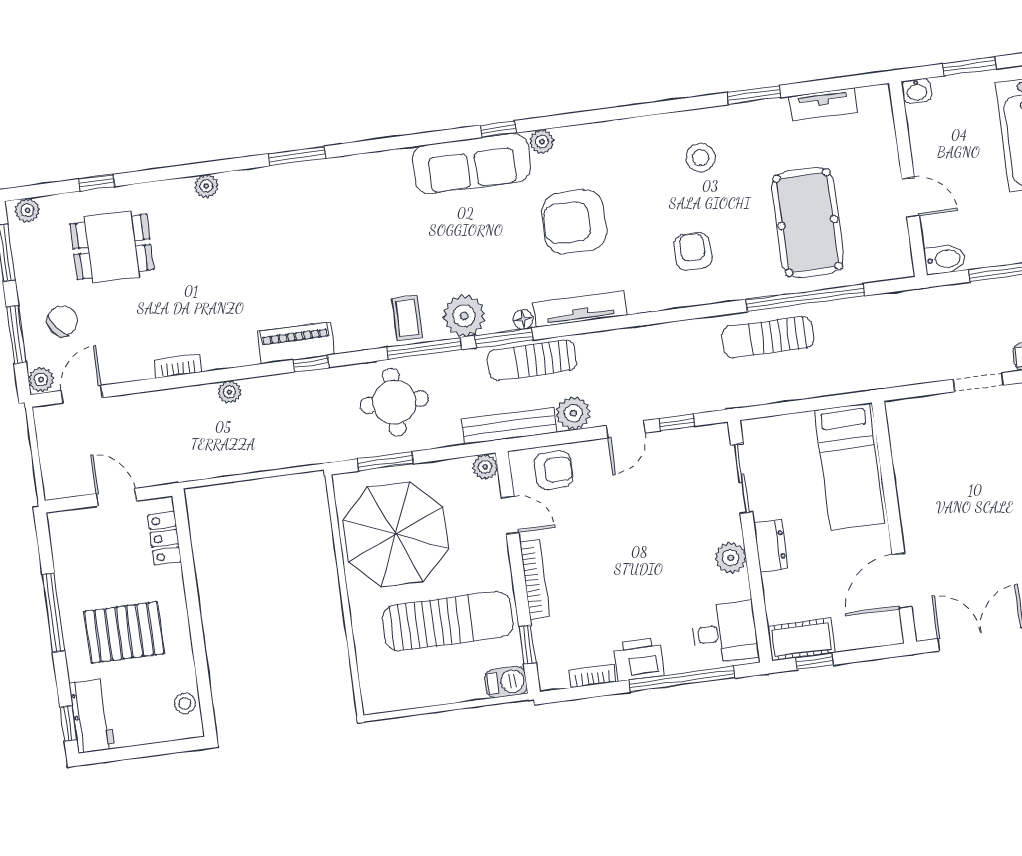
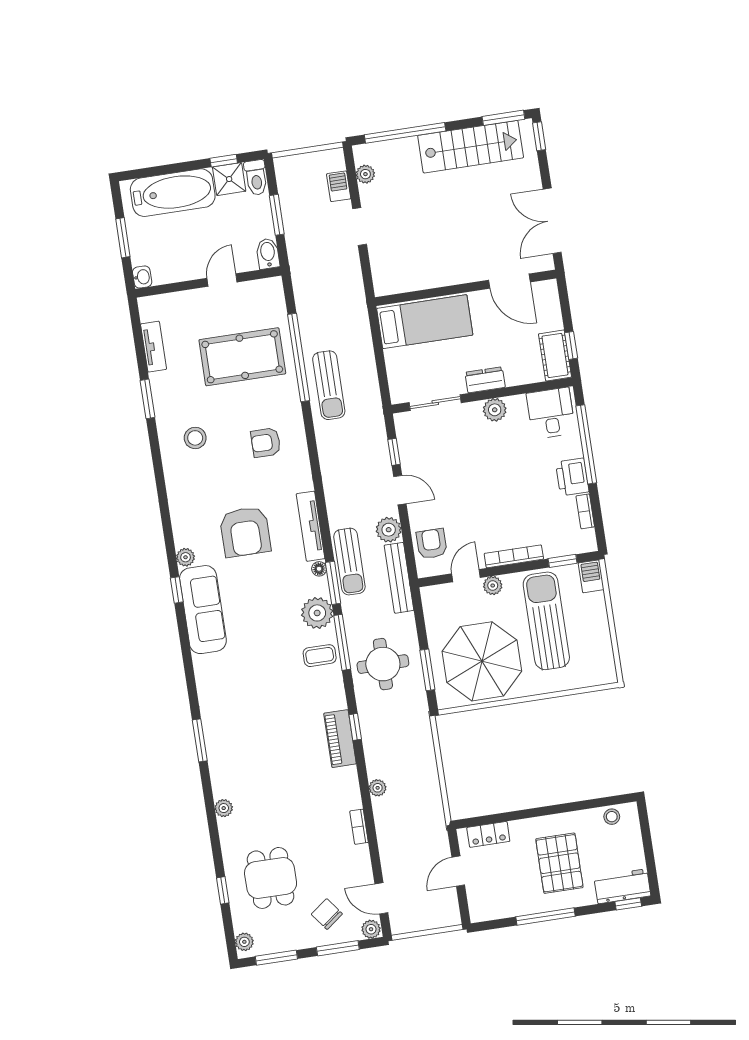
plant: (485, 467) -> (493, 586), moved

